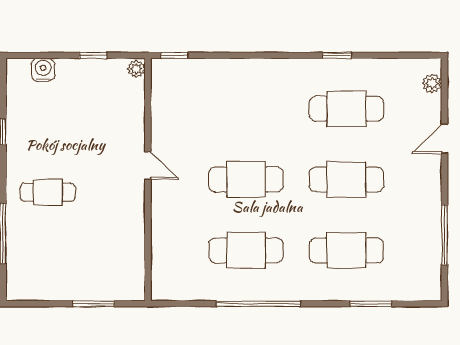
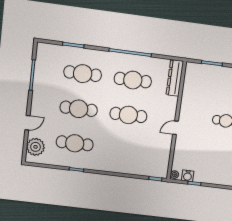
water cooler: (43, 70) -> (188, 176), moved
plant: (432, 83) -> (36, 147), width x1.87, depth x1.87
door: (148, 166) -> (176, 128), hinge flipped
dresser: (163, 265) -> (175, 78), added

